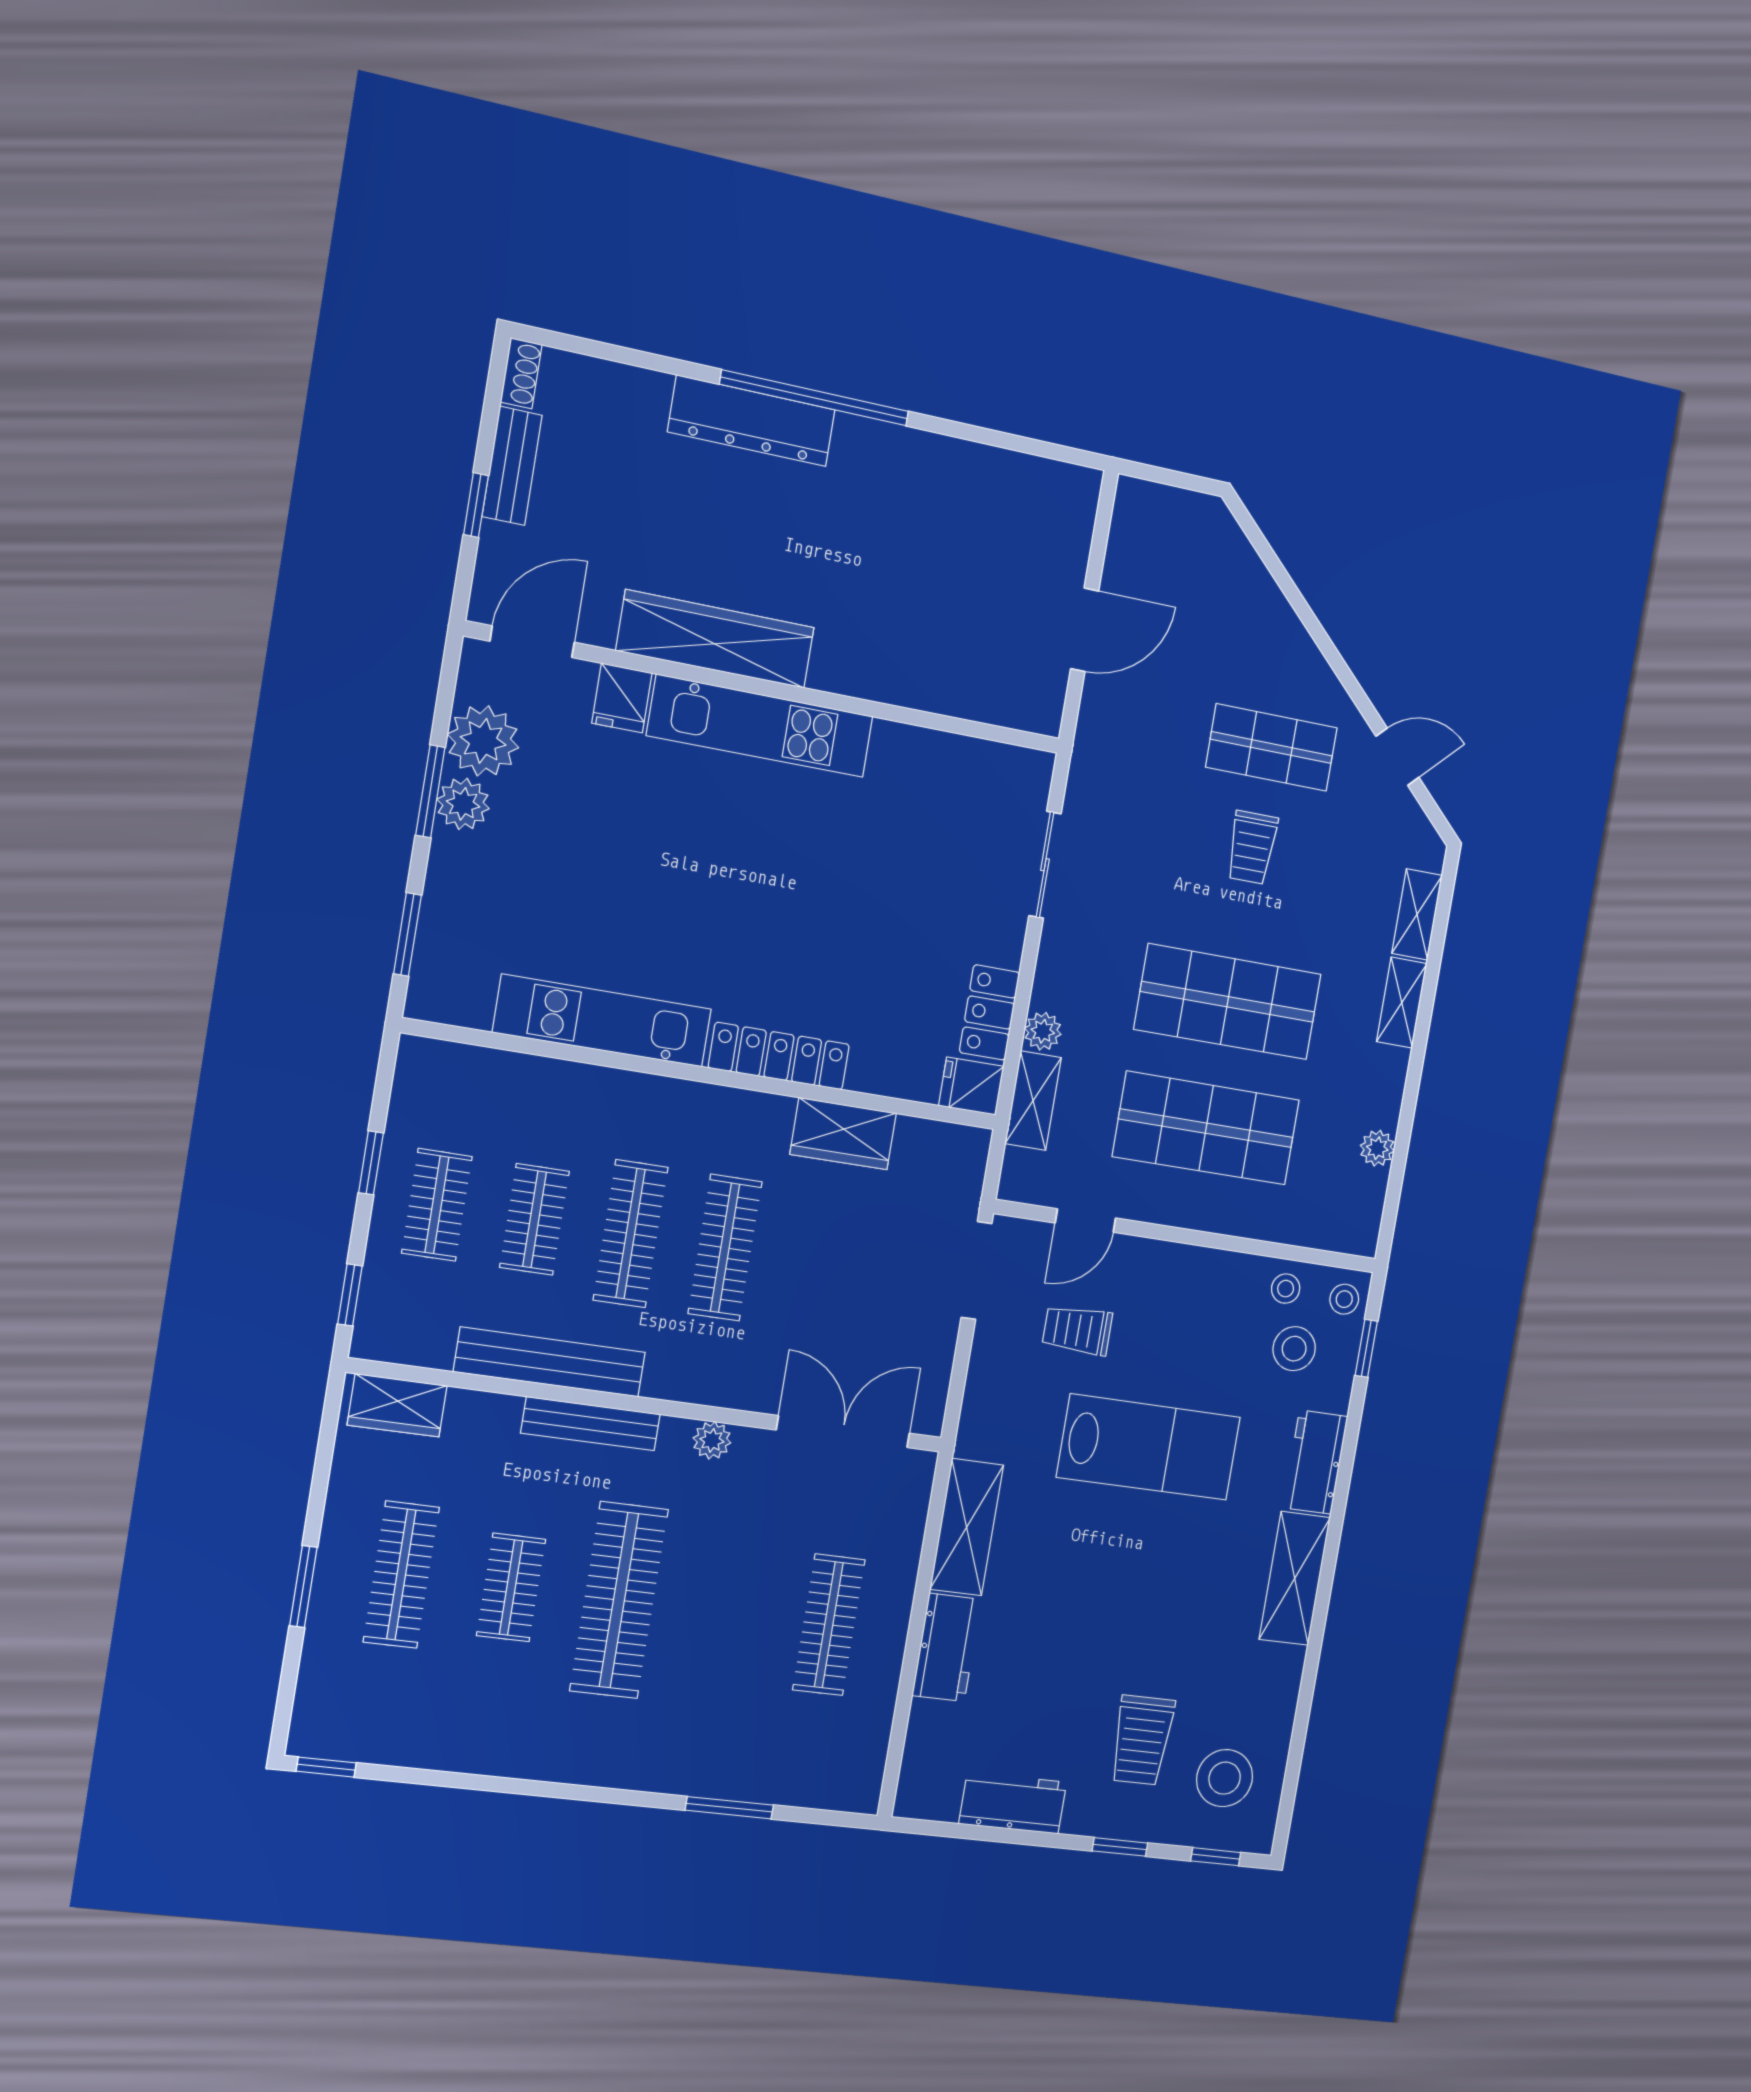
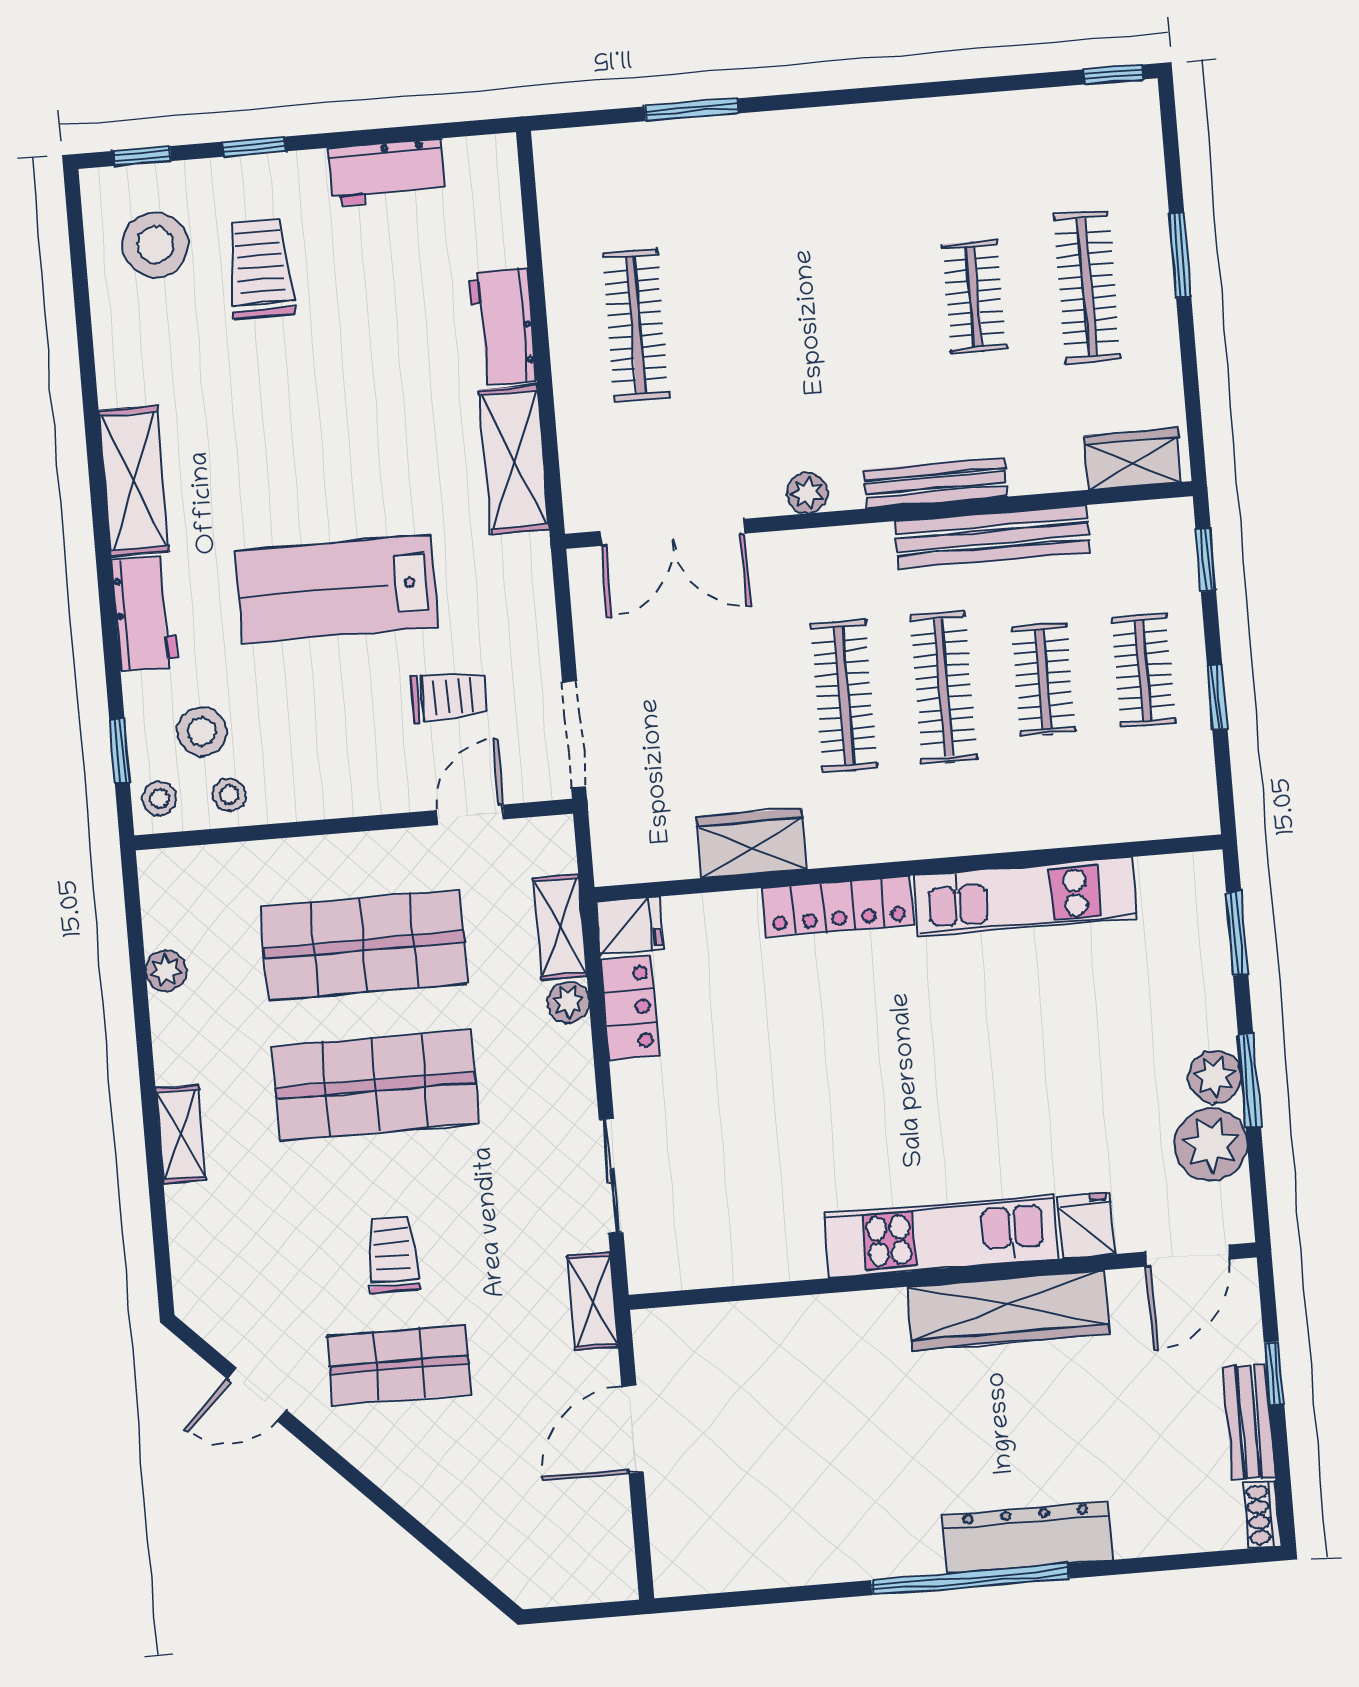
shelving: (1417, 914) -> (593, 1301), moved
clothes rail: (619, 1600) -> (861, 306), removed

